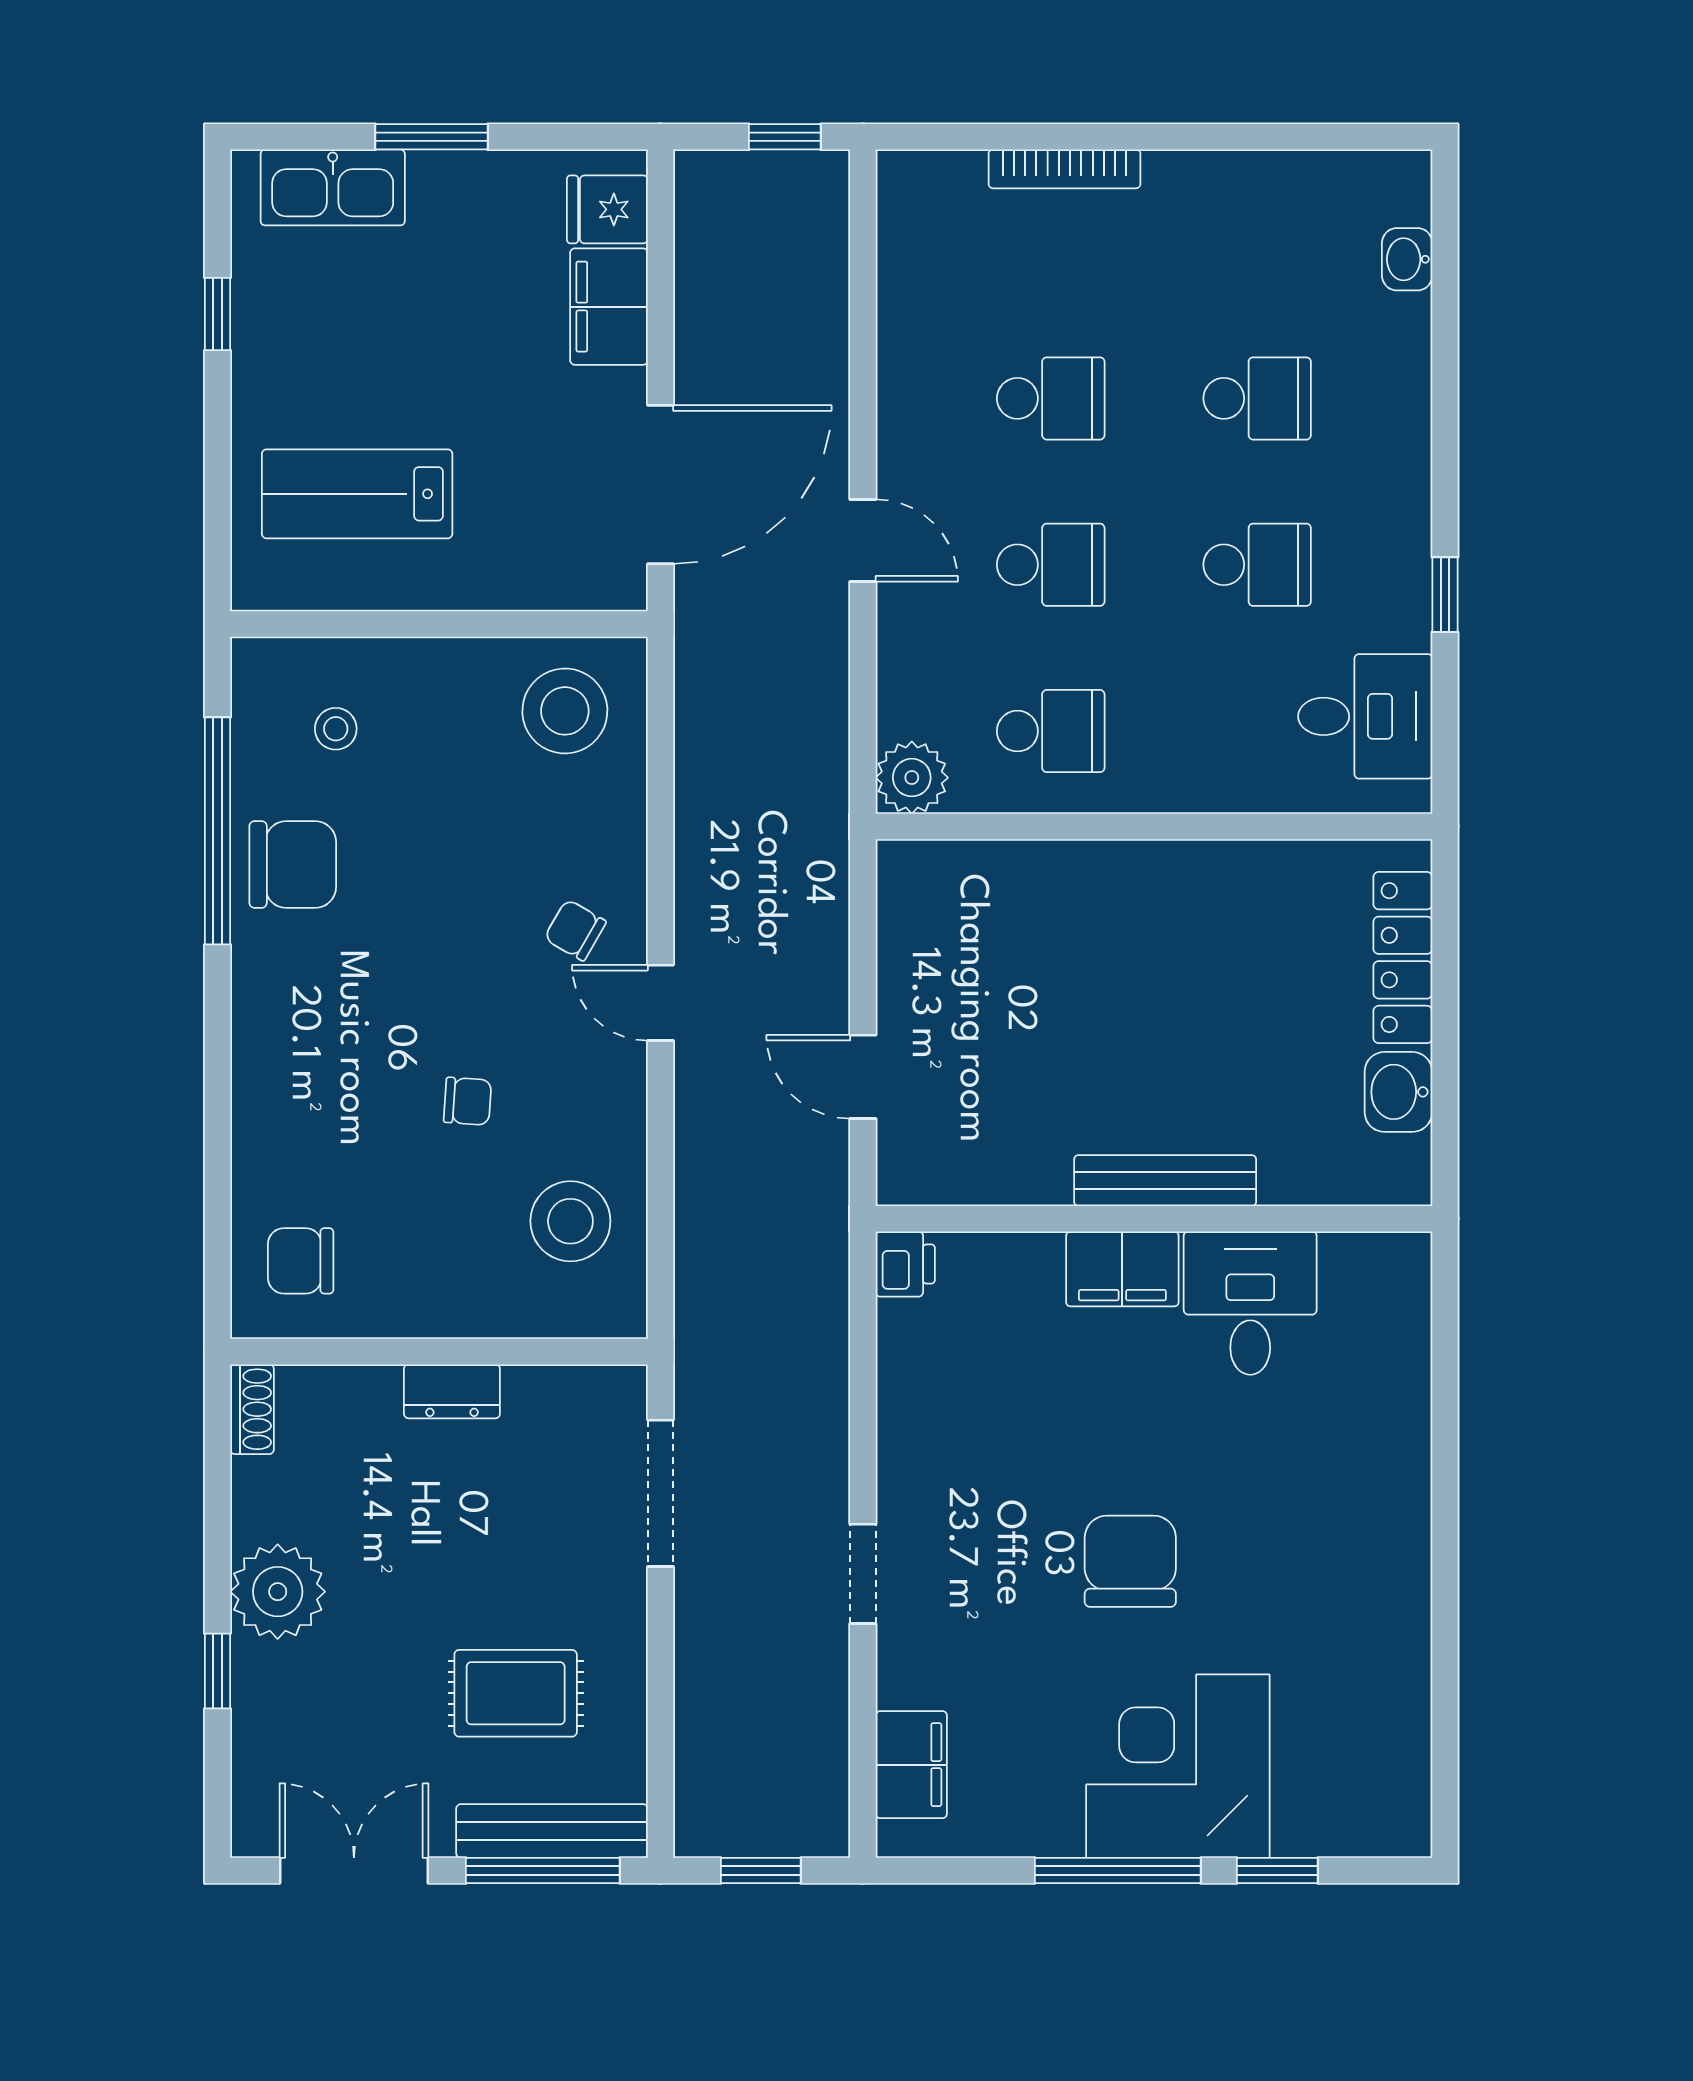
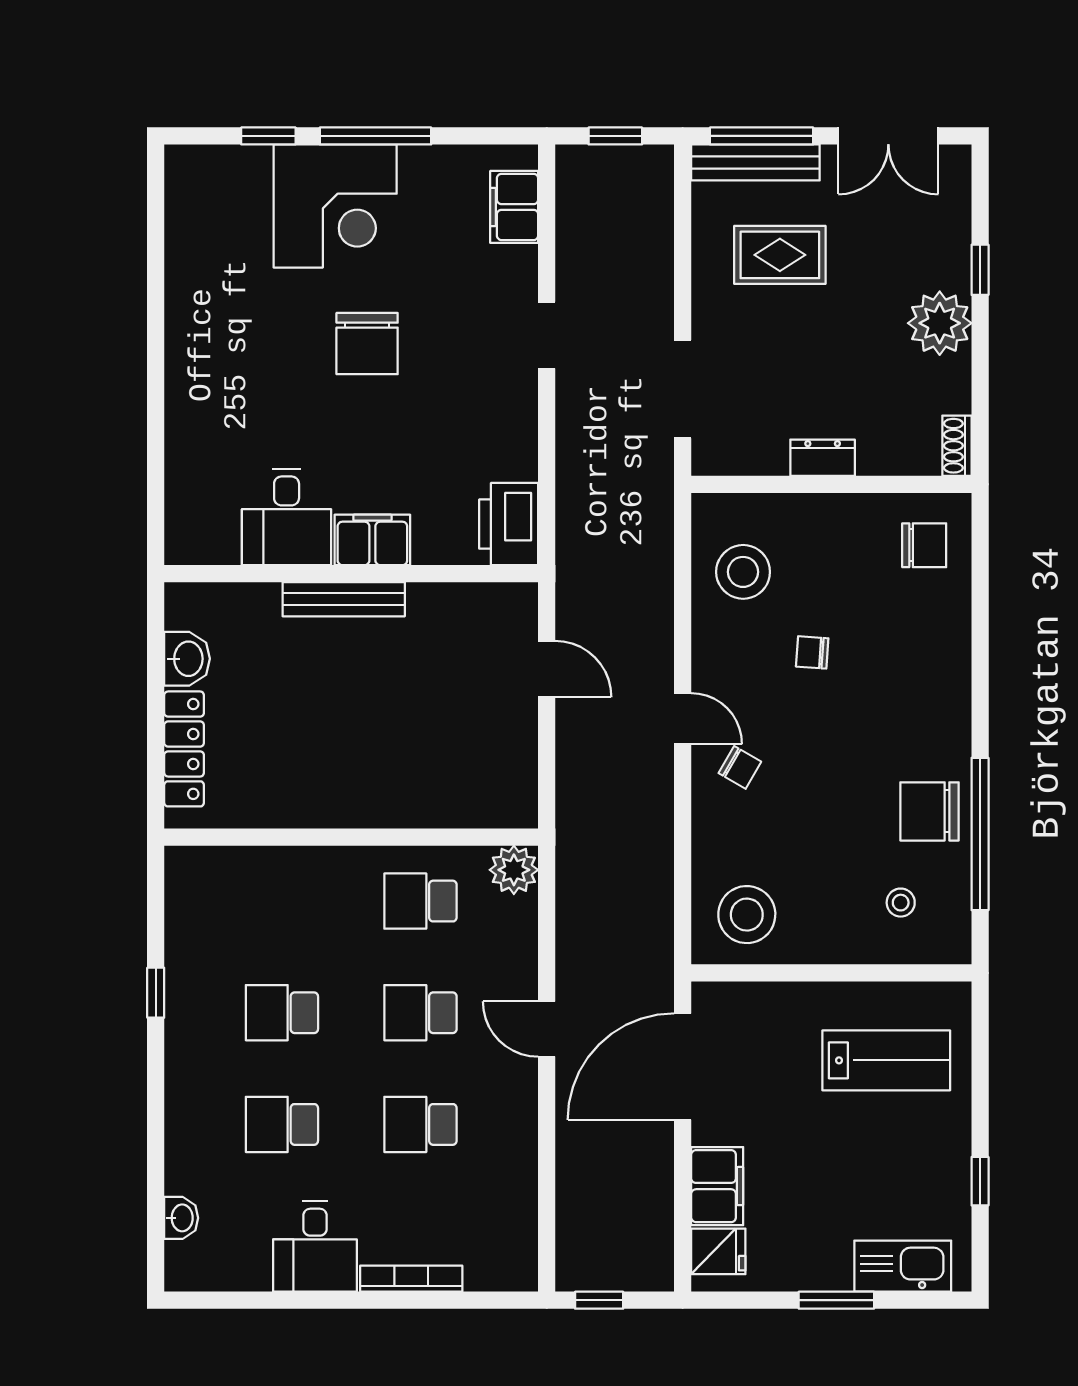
desk: (1365, 716) -> (315, 1247), moved, turned -90
printer: (905, 1264) -> (509, 524), width x1.87, depth x1.48

